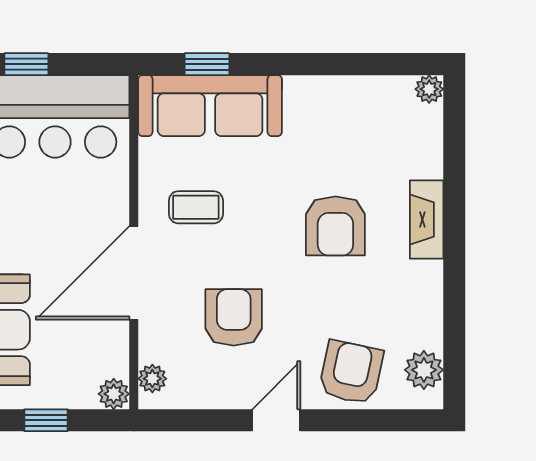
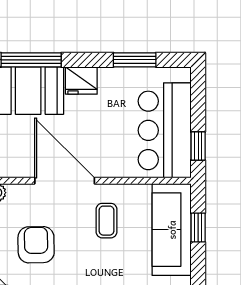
window: (26, 64) -> (198, 146), moved
armchair: (234, 317) -> (36, 245), turned -91

